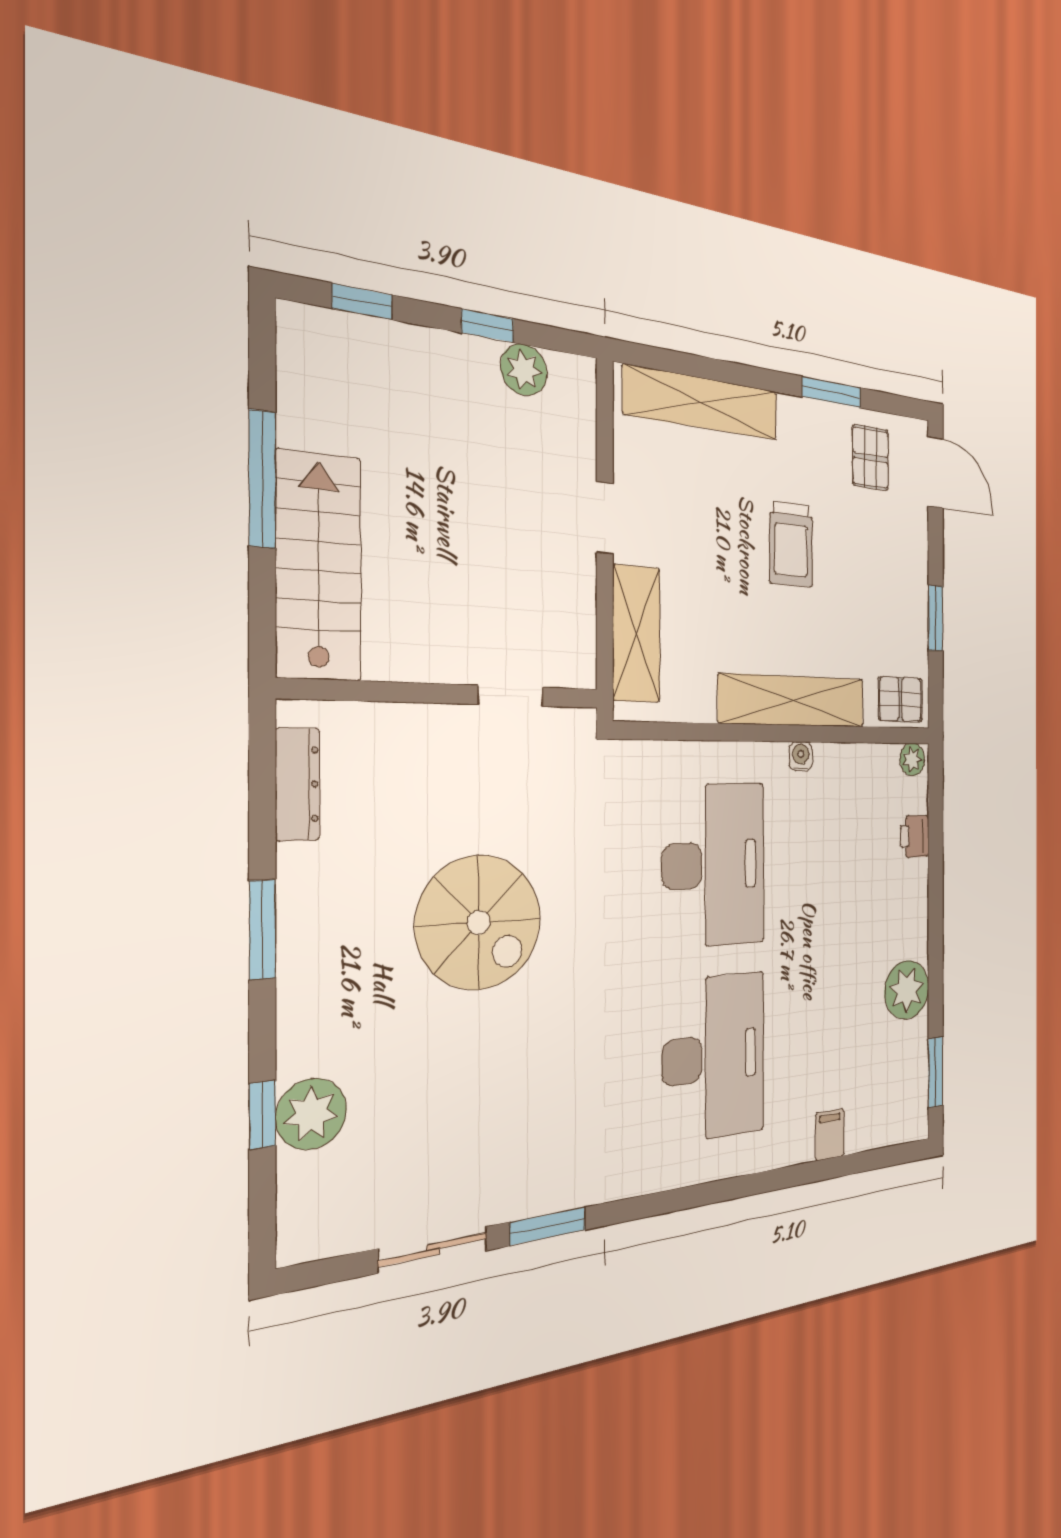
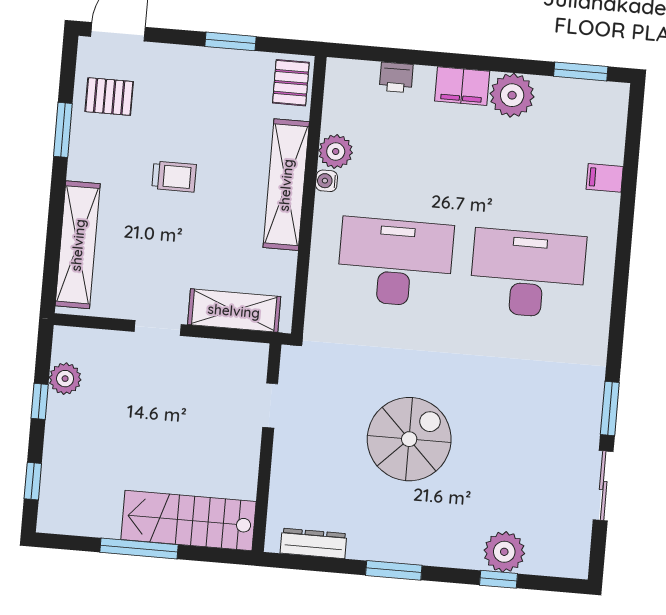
trolley: (791, 544) -> (174, 177), width x0.73, depth x0.72
plant: (912, 760) -> (336, 151), moved, width x1.38, depth x1.38
filing cabinet: (912, 923) -> (462, 86), added

